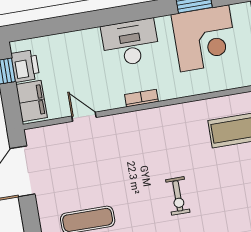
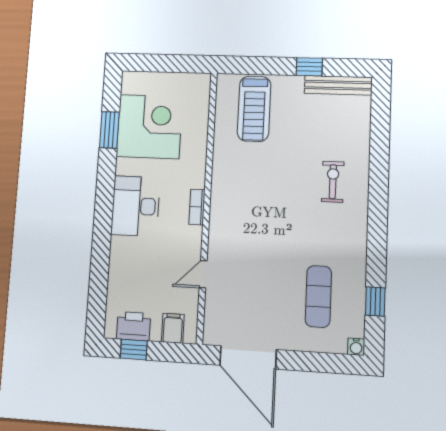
filing cabinet: (32, 101) -> (173, 328), width x0.50
exercise bike: (178, 196) -> (333, 182), moved, turned -90

